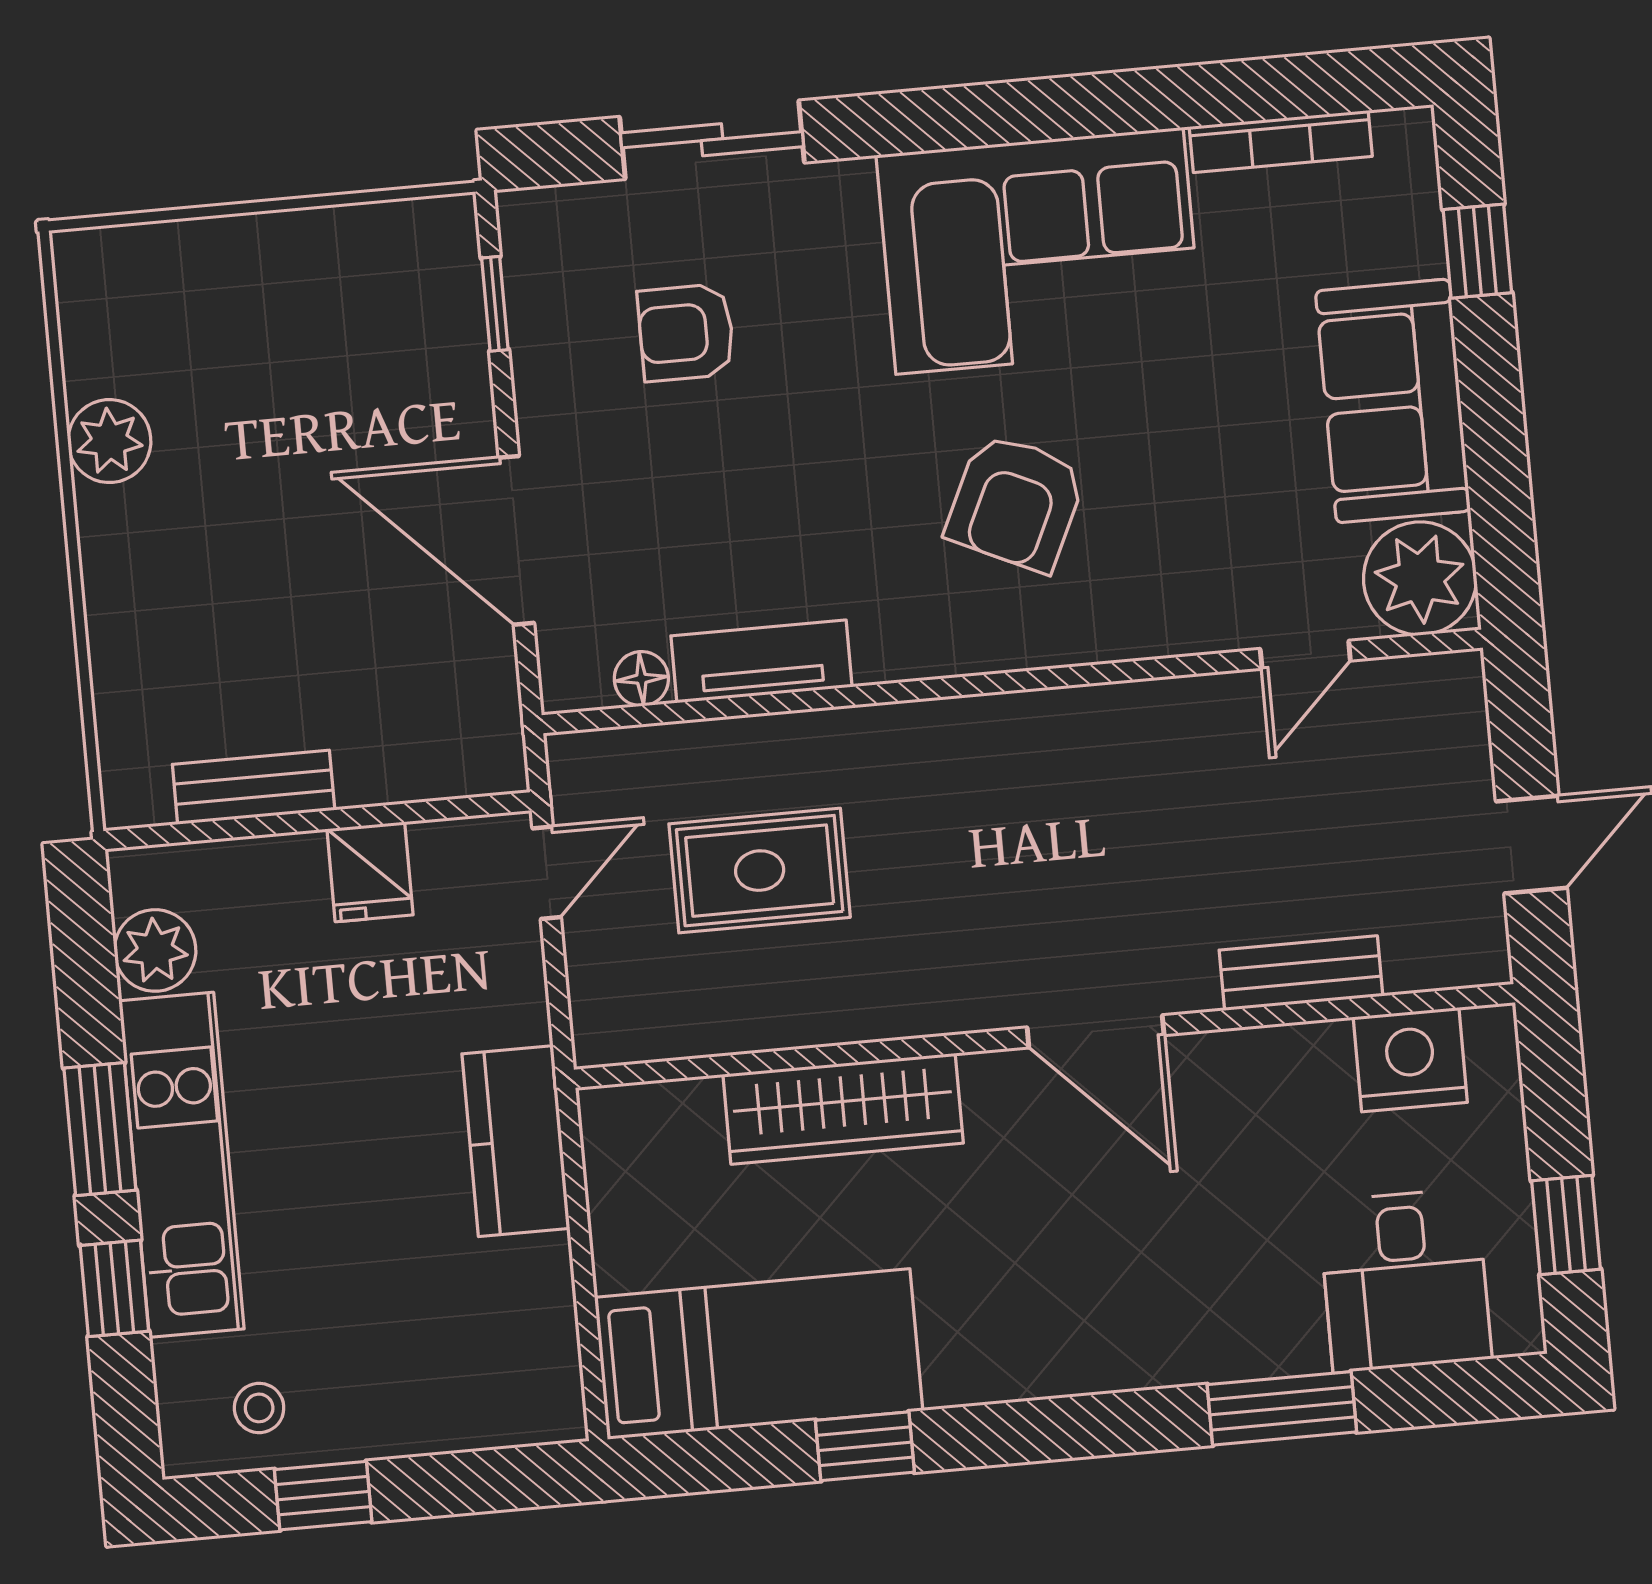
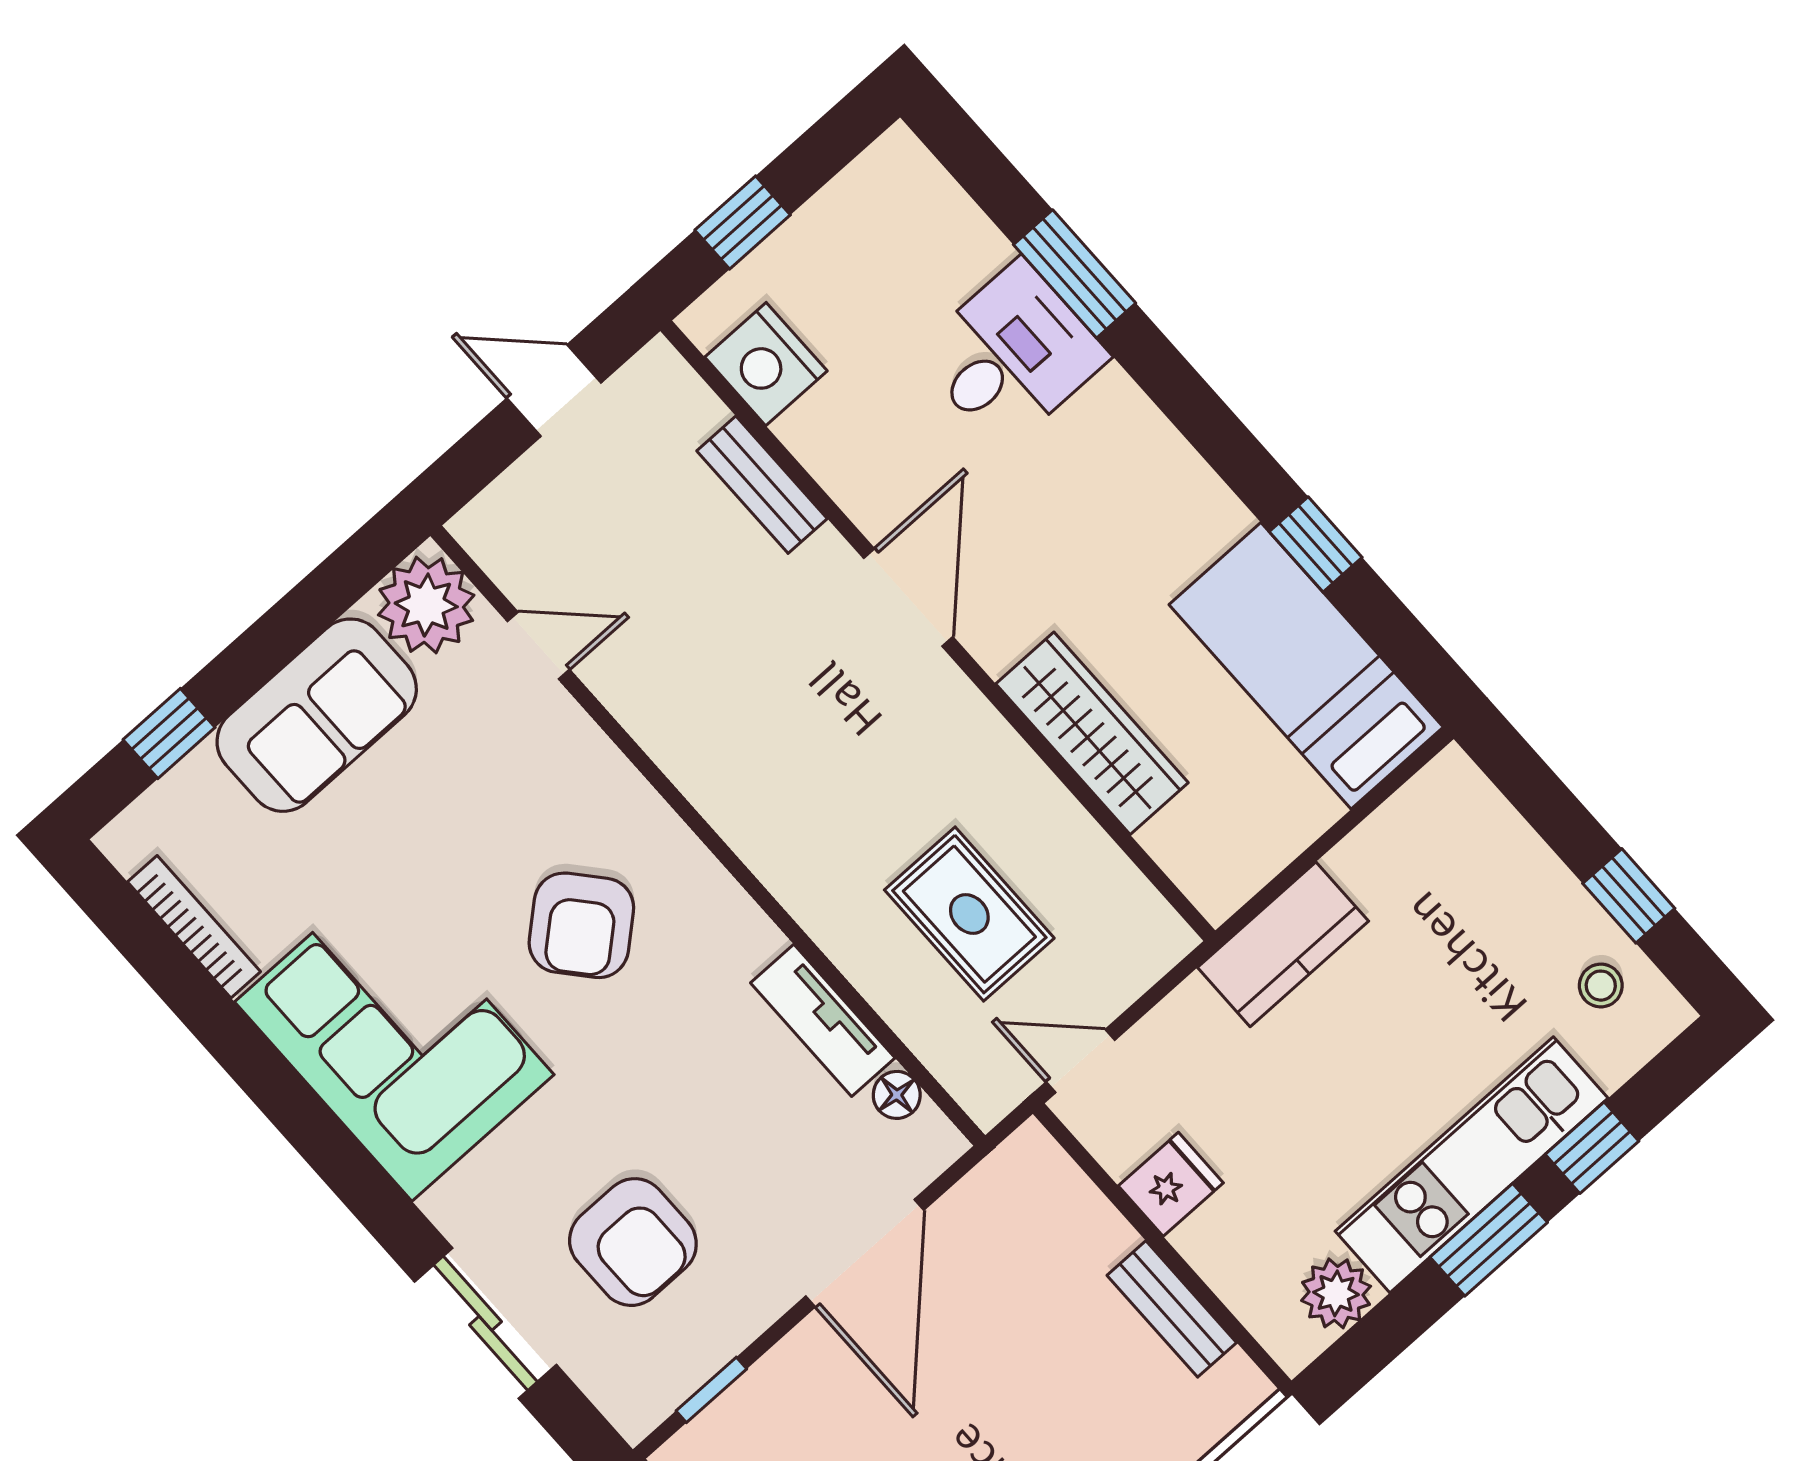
armchair: (686, 333) -> (633, 1242), width x1.38, depth x1.38
armchair: (1016, 502) -> (581, 925), turned 114
window: (1566, 1225) -> (743, 223), moved
desk: (1405, 1280) -> (1012, 355), moved

